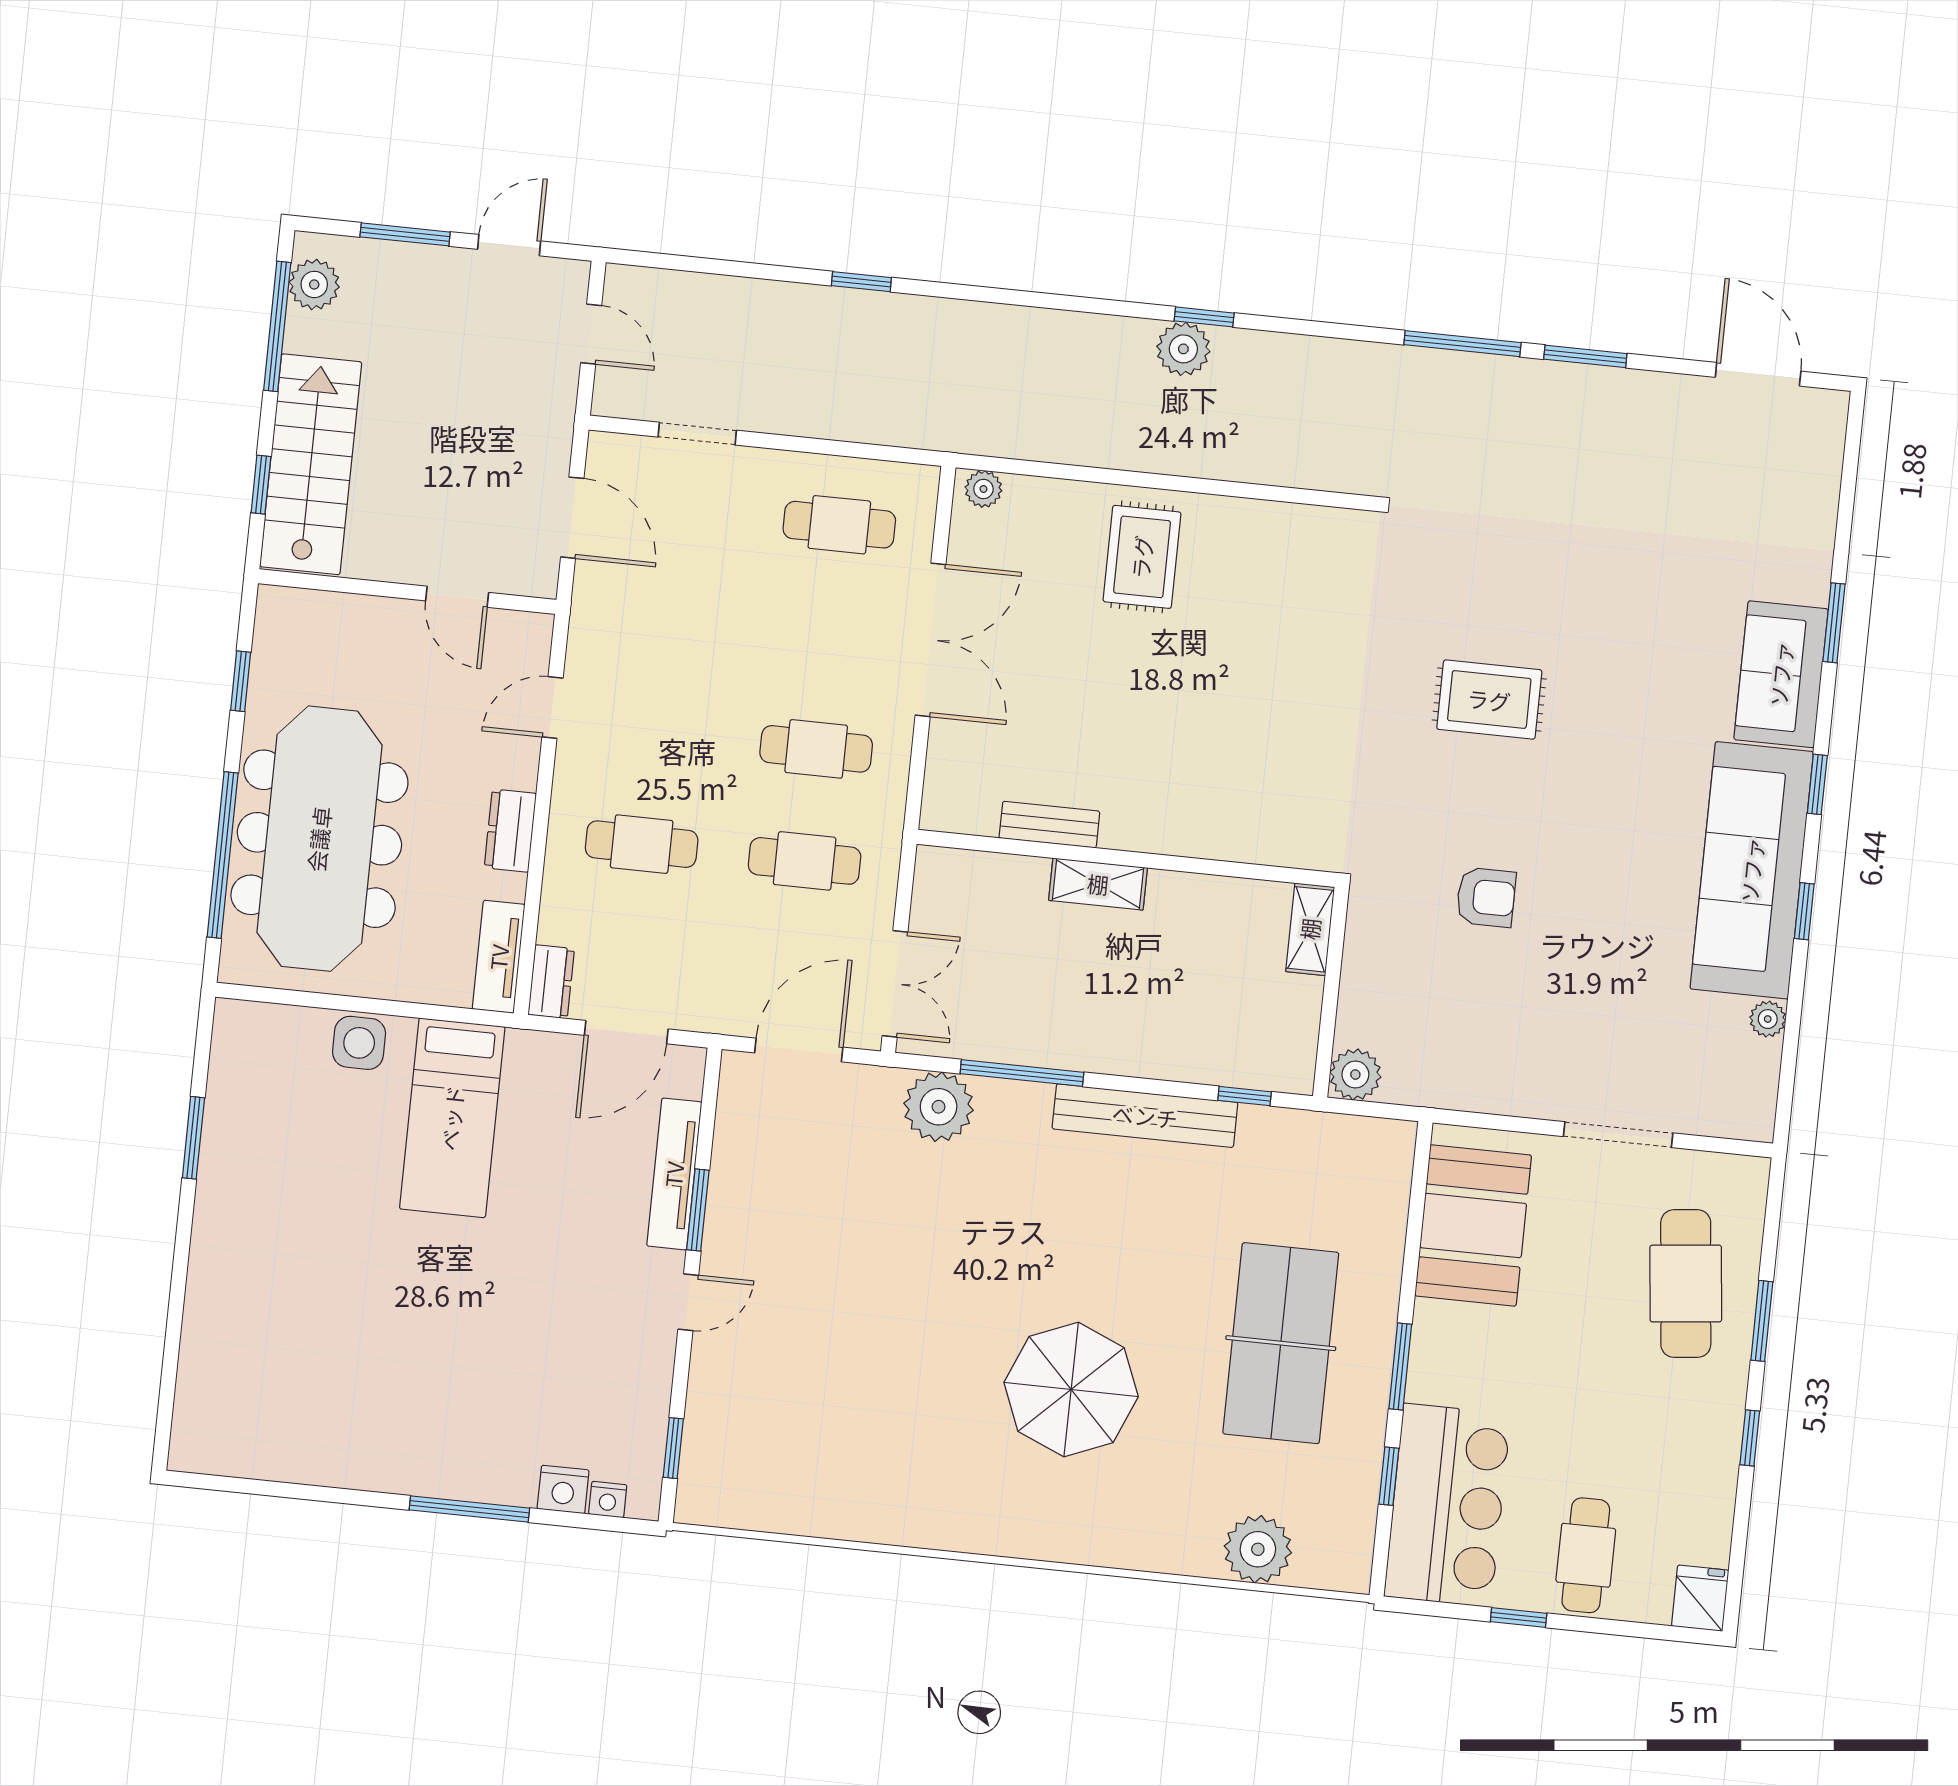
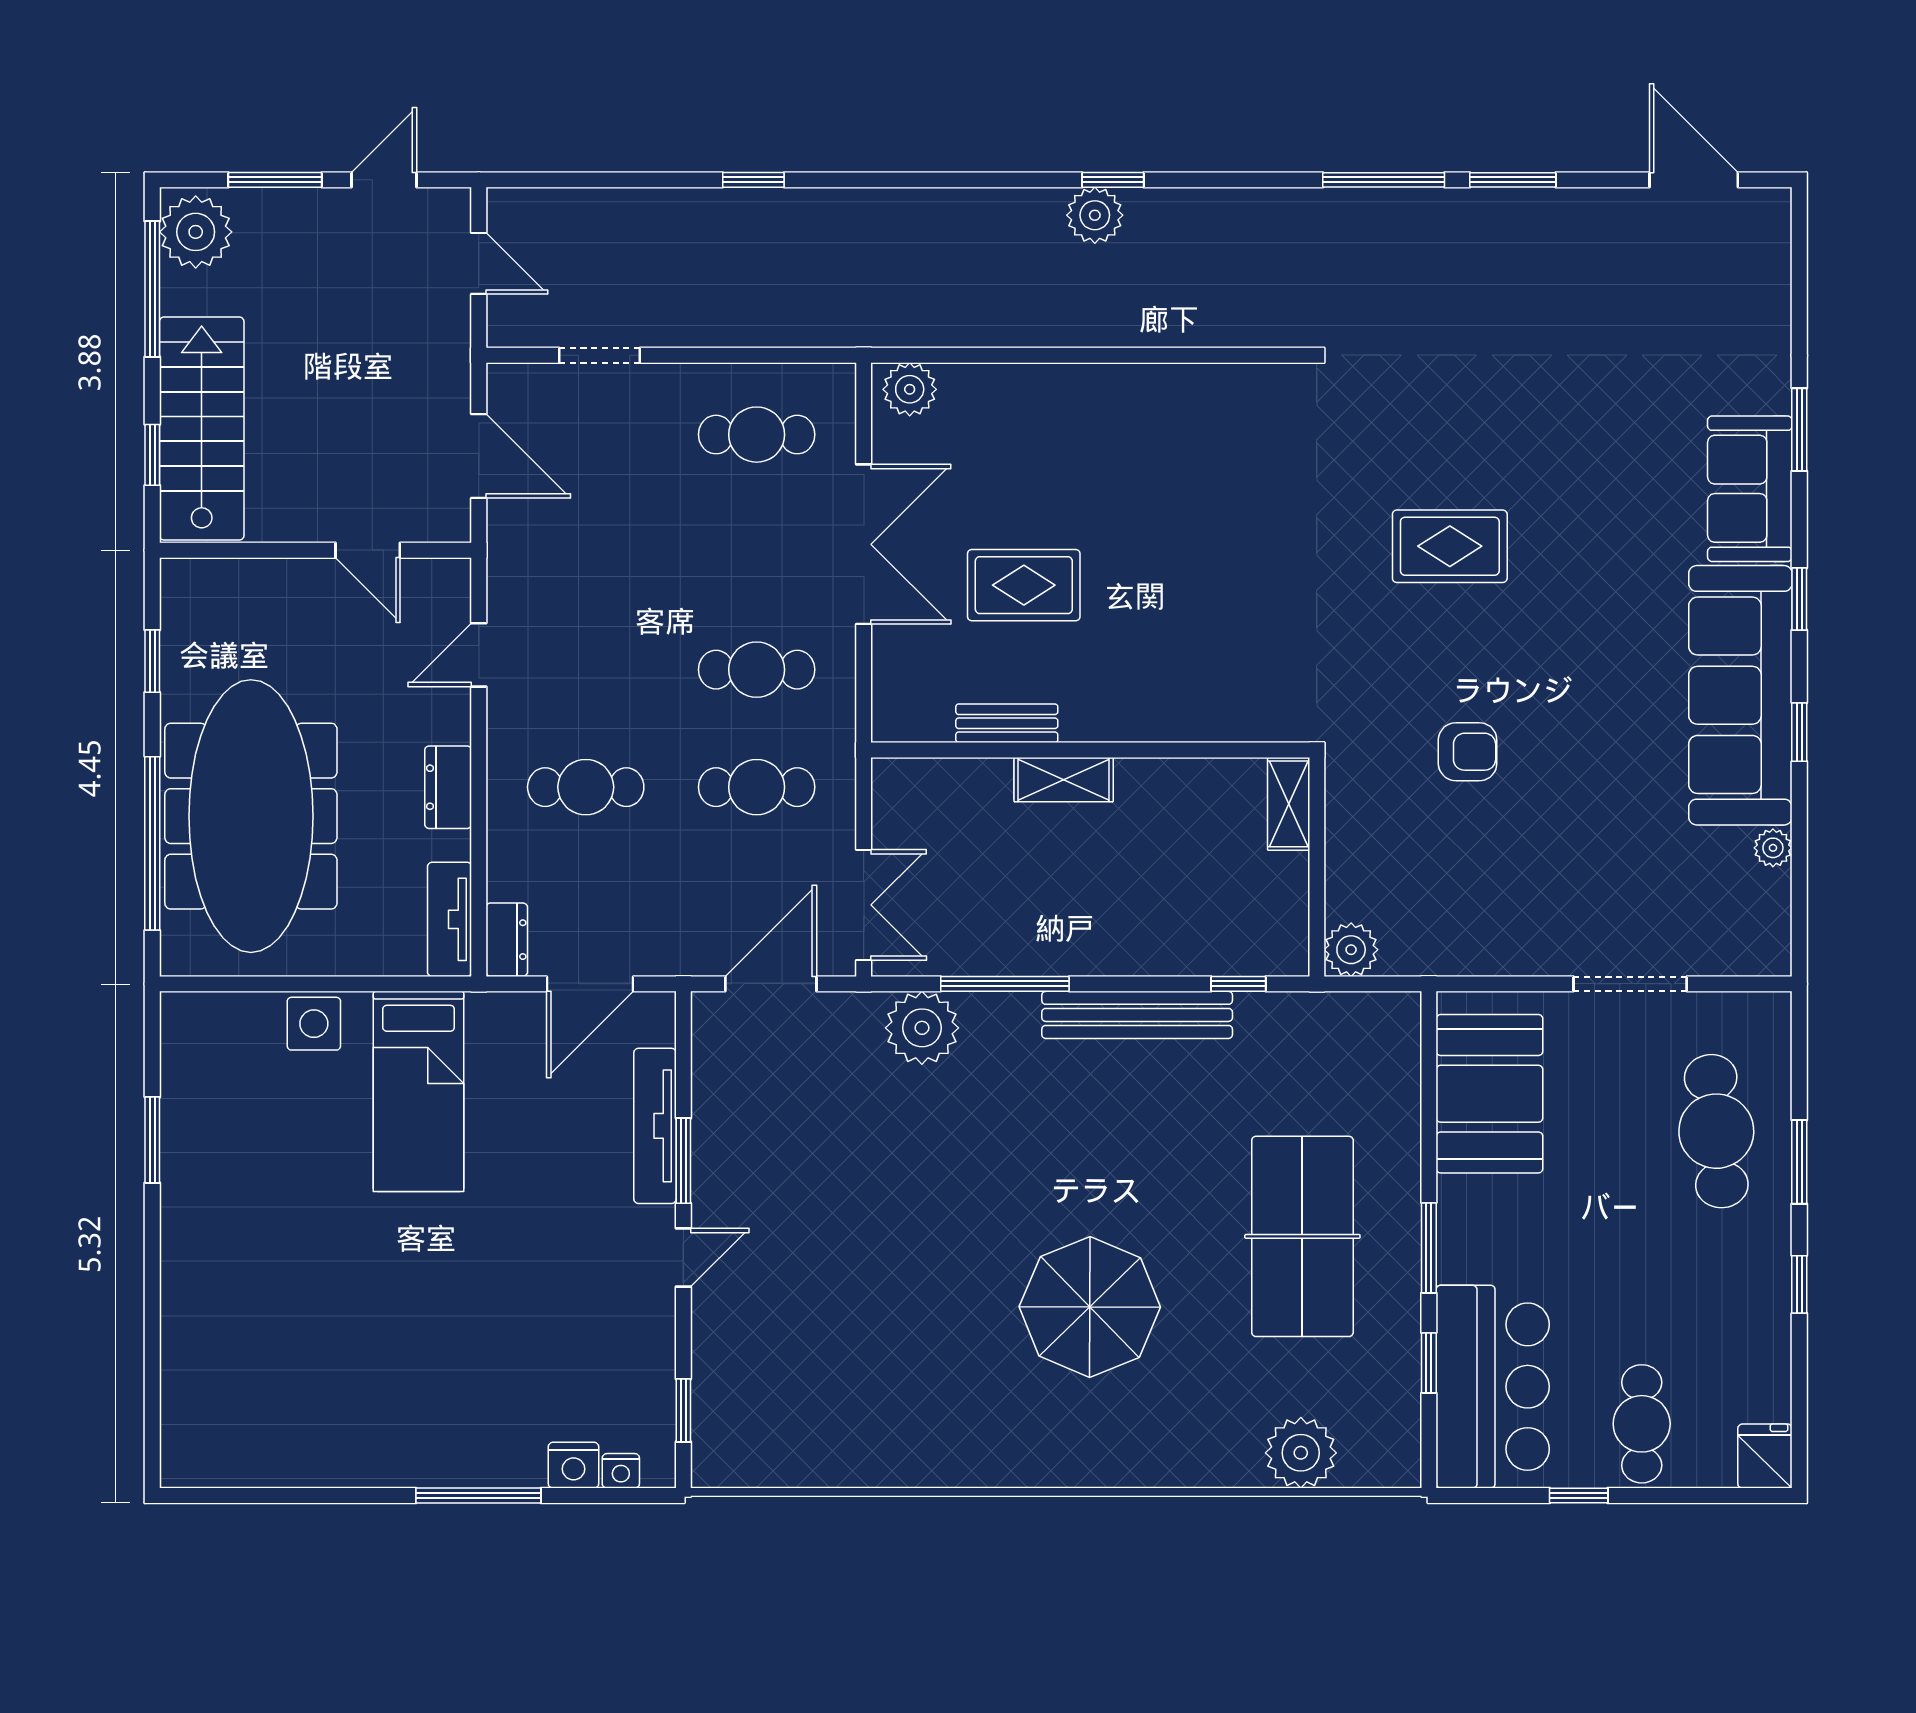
plant: (314, 284) -> (196, 232), width x1.36, depth x1.36
plant: (983, 489) -> (910, 389), width x1.38, depth x1.38
rug: (1142, 557) -> (1024, 585), moved, turned 90

